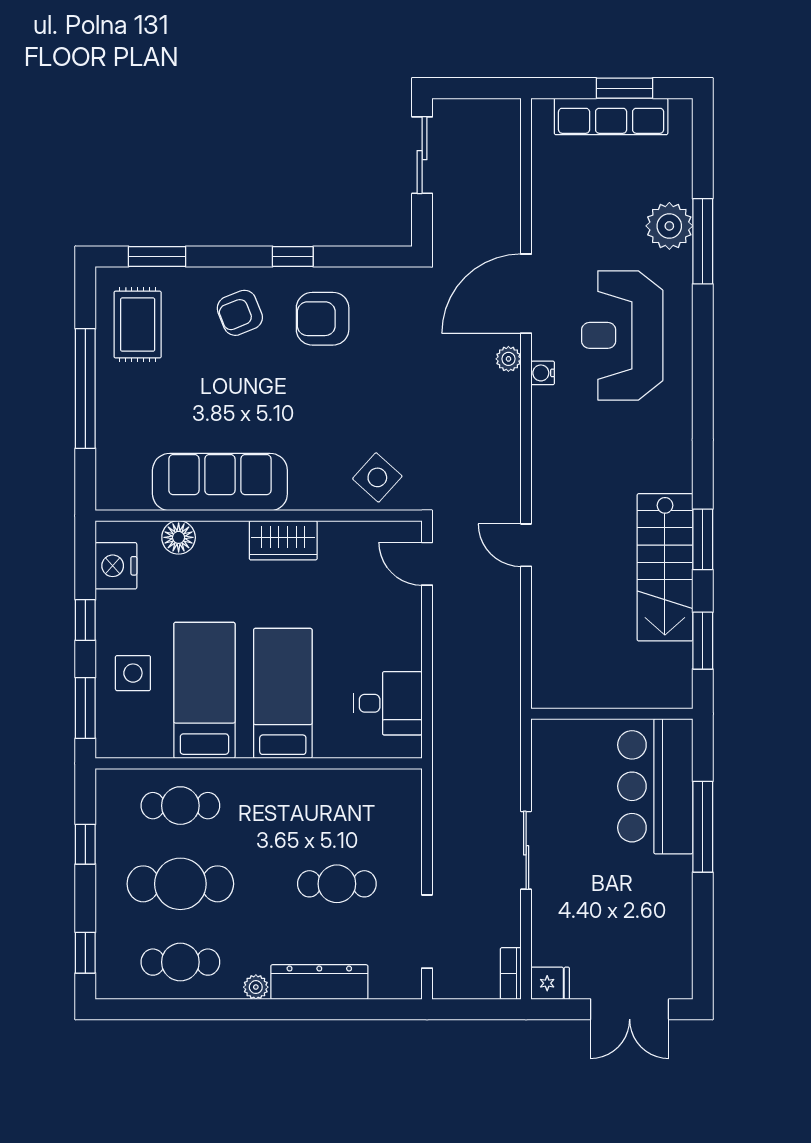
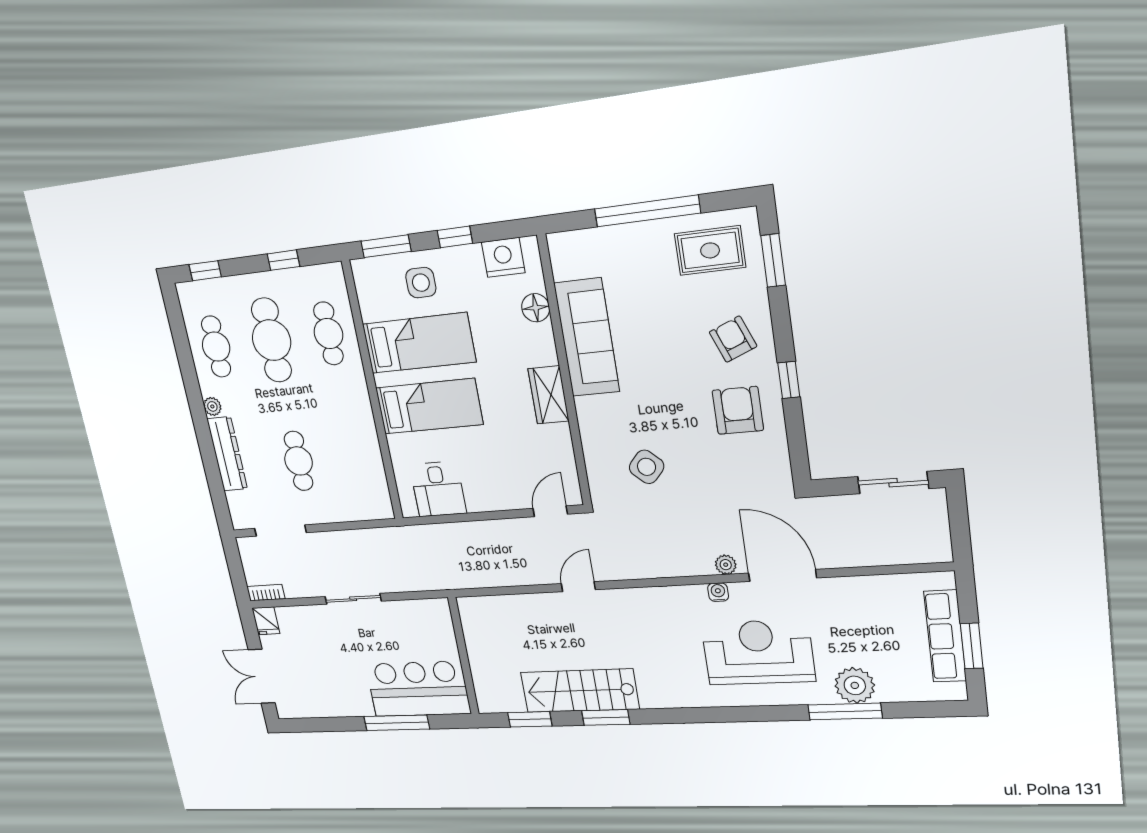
side table: (377, 477) -> (647, 467), moved

